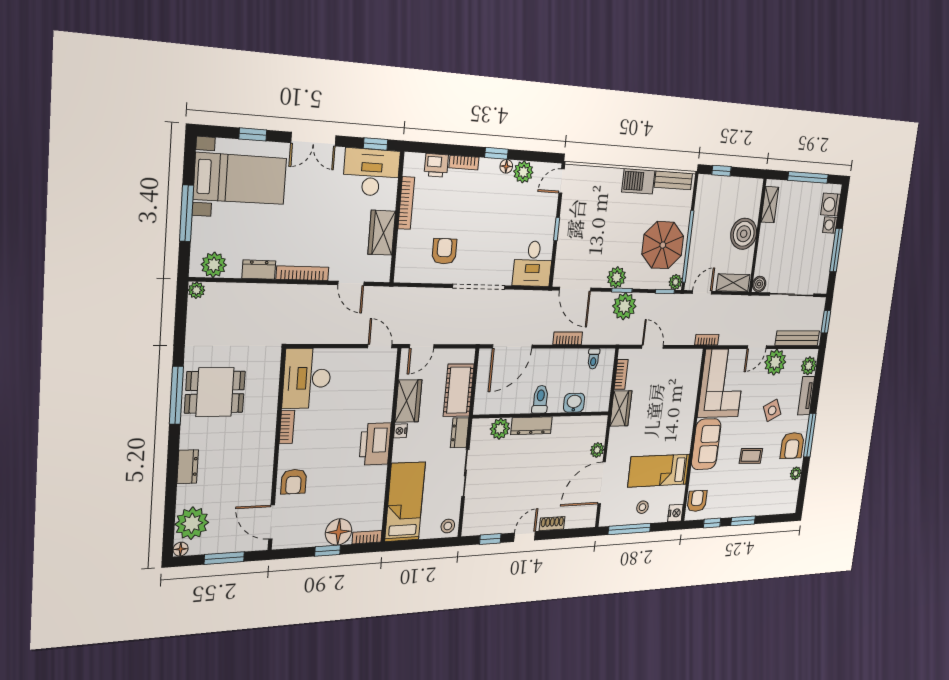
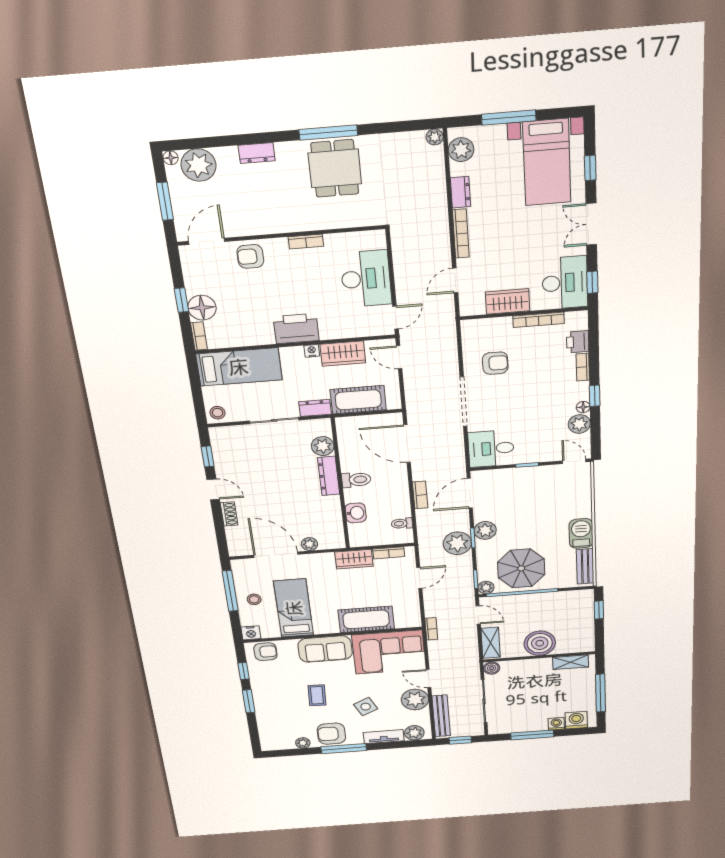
desk: (307, 378) -> (366, 279), moved, turned 90
cot: (684, 402) -> (366, 619), added

